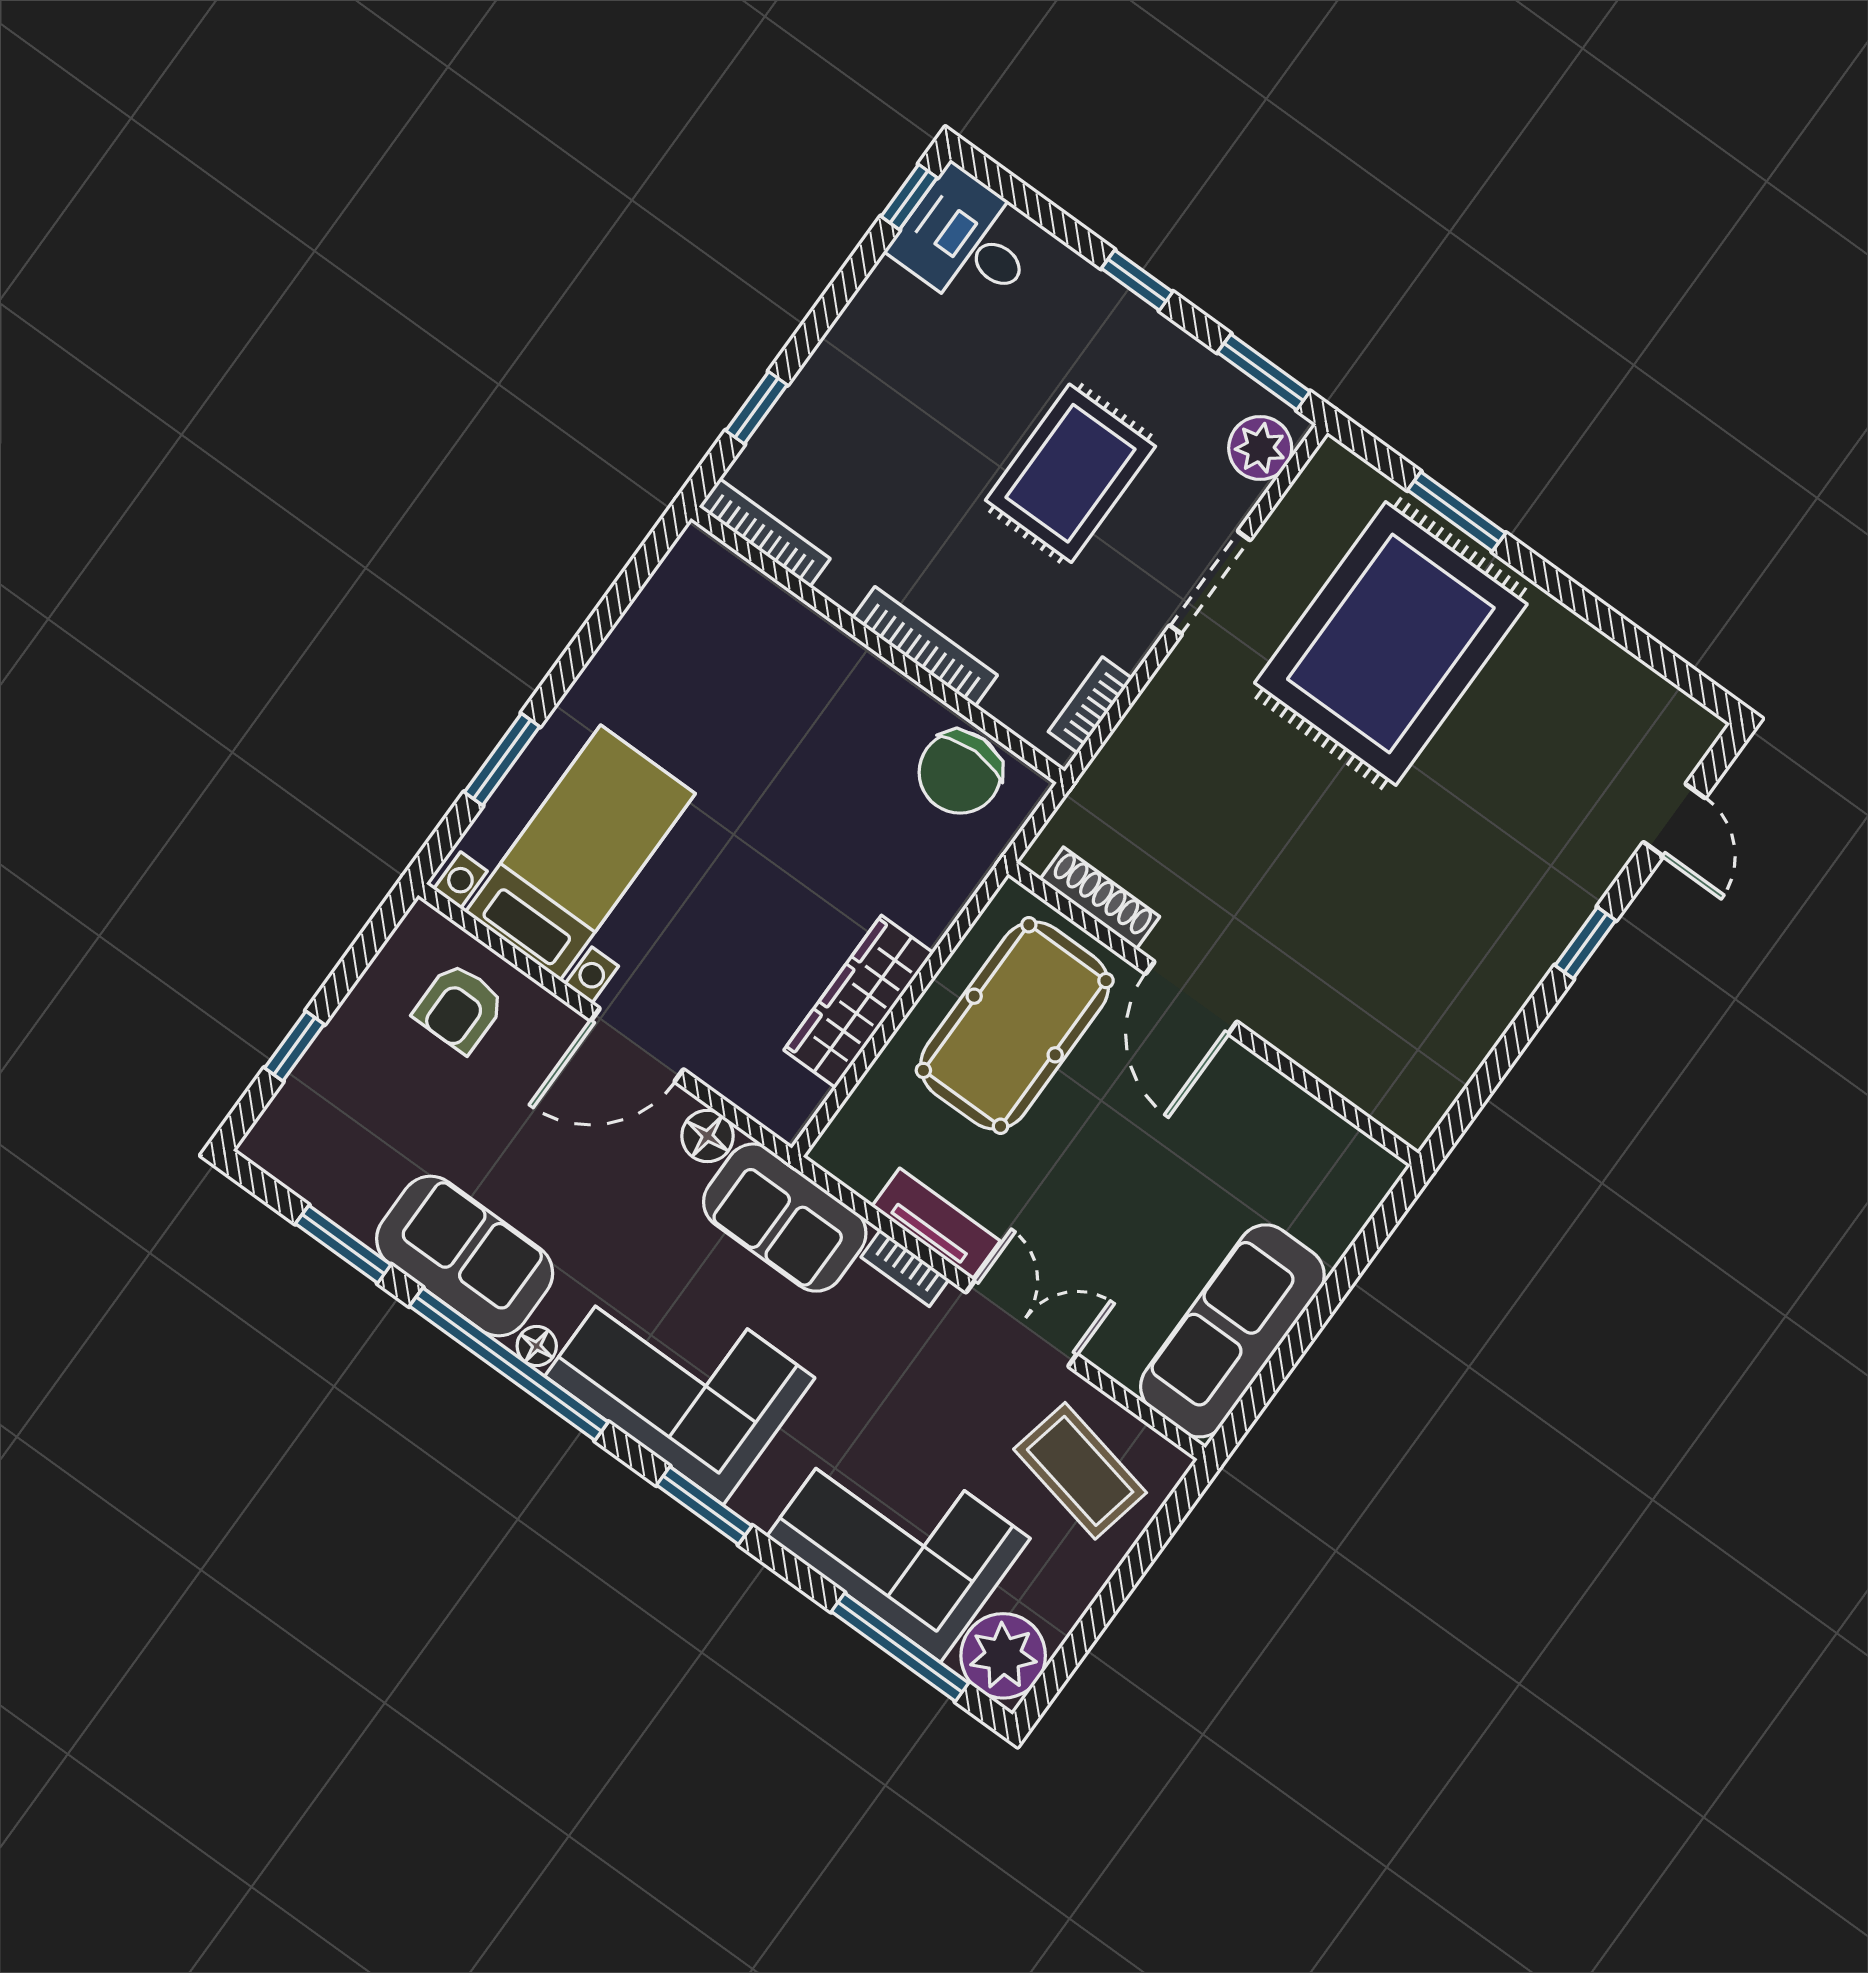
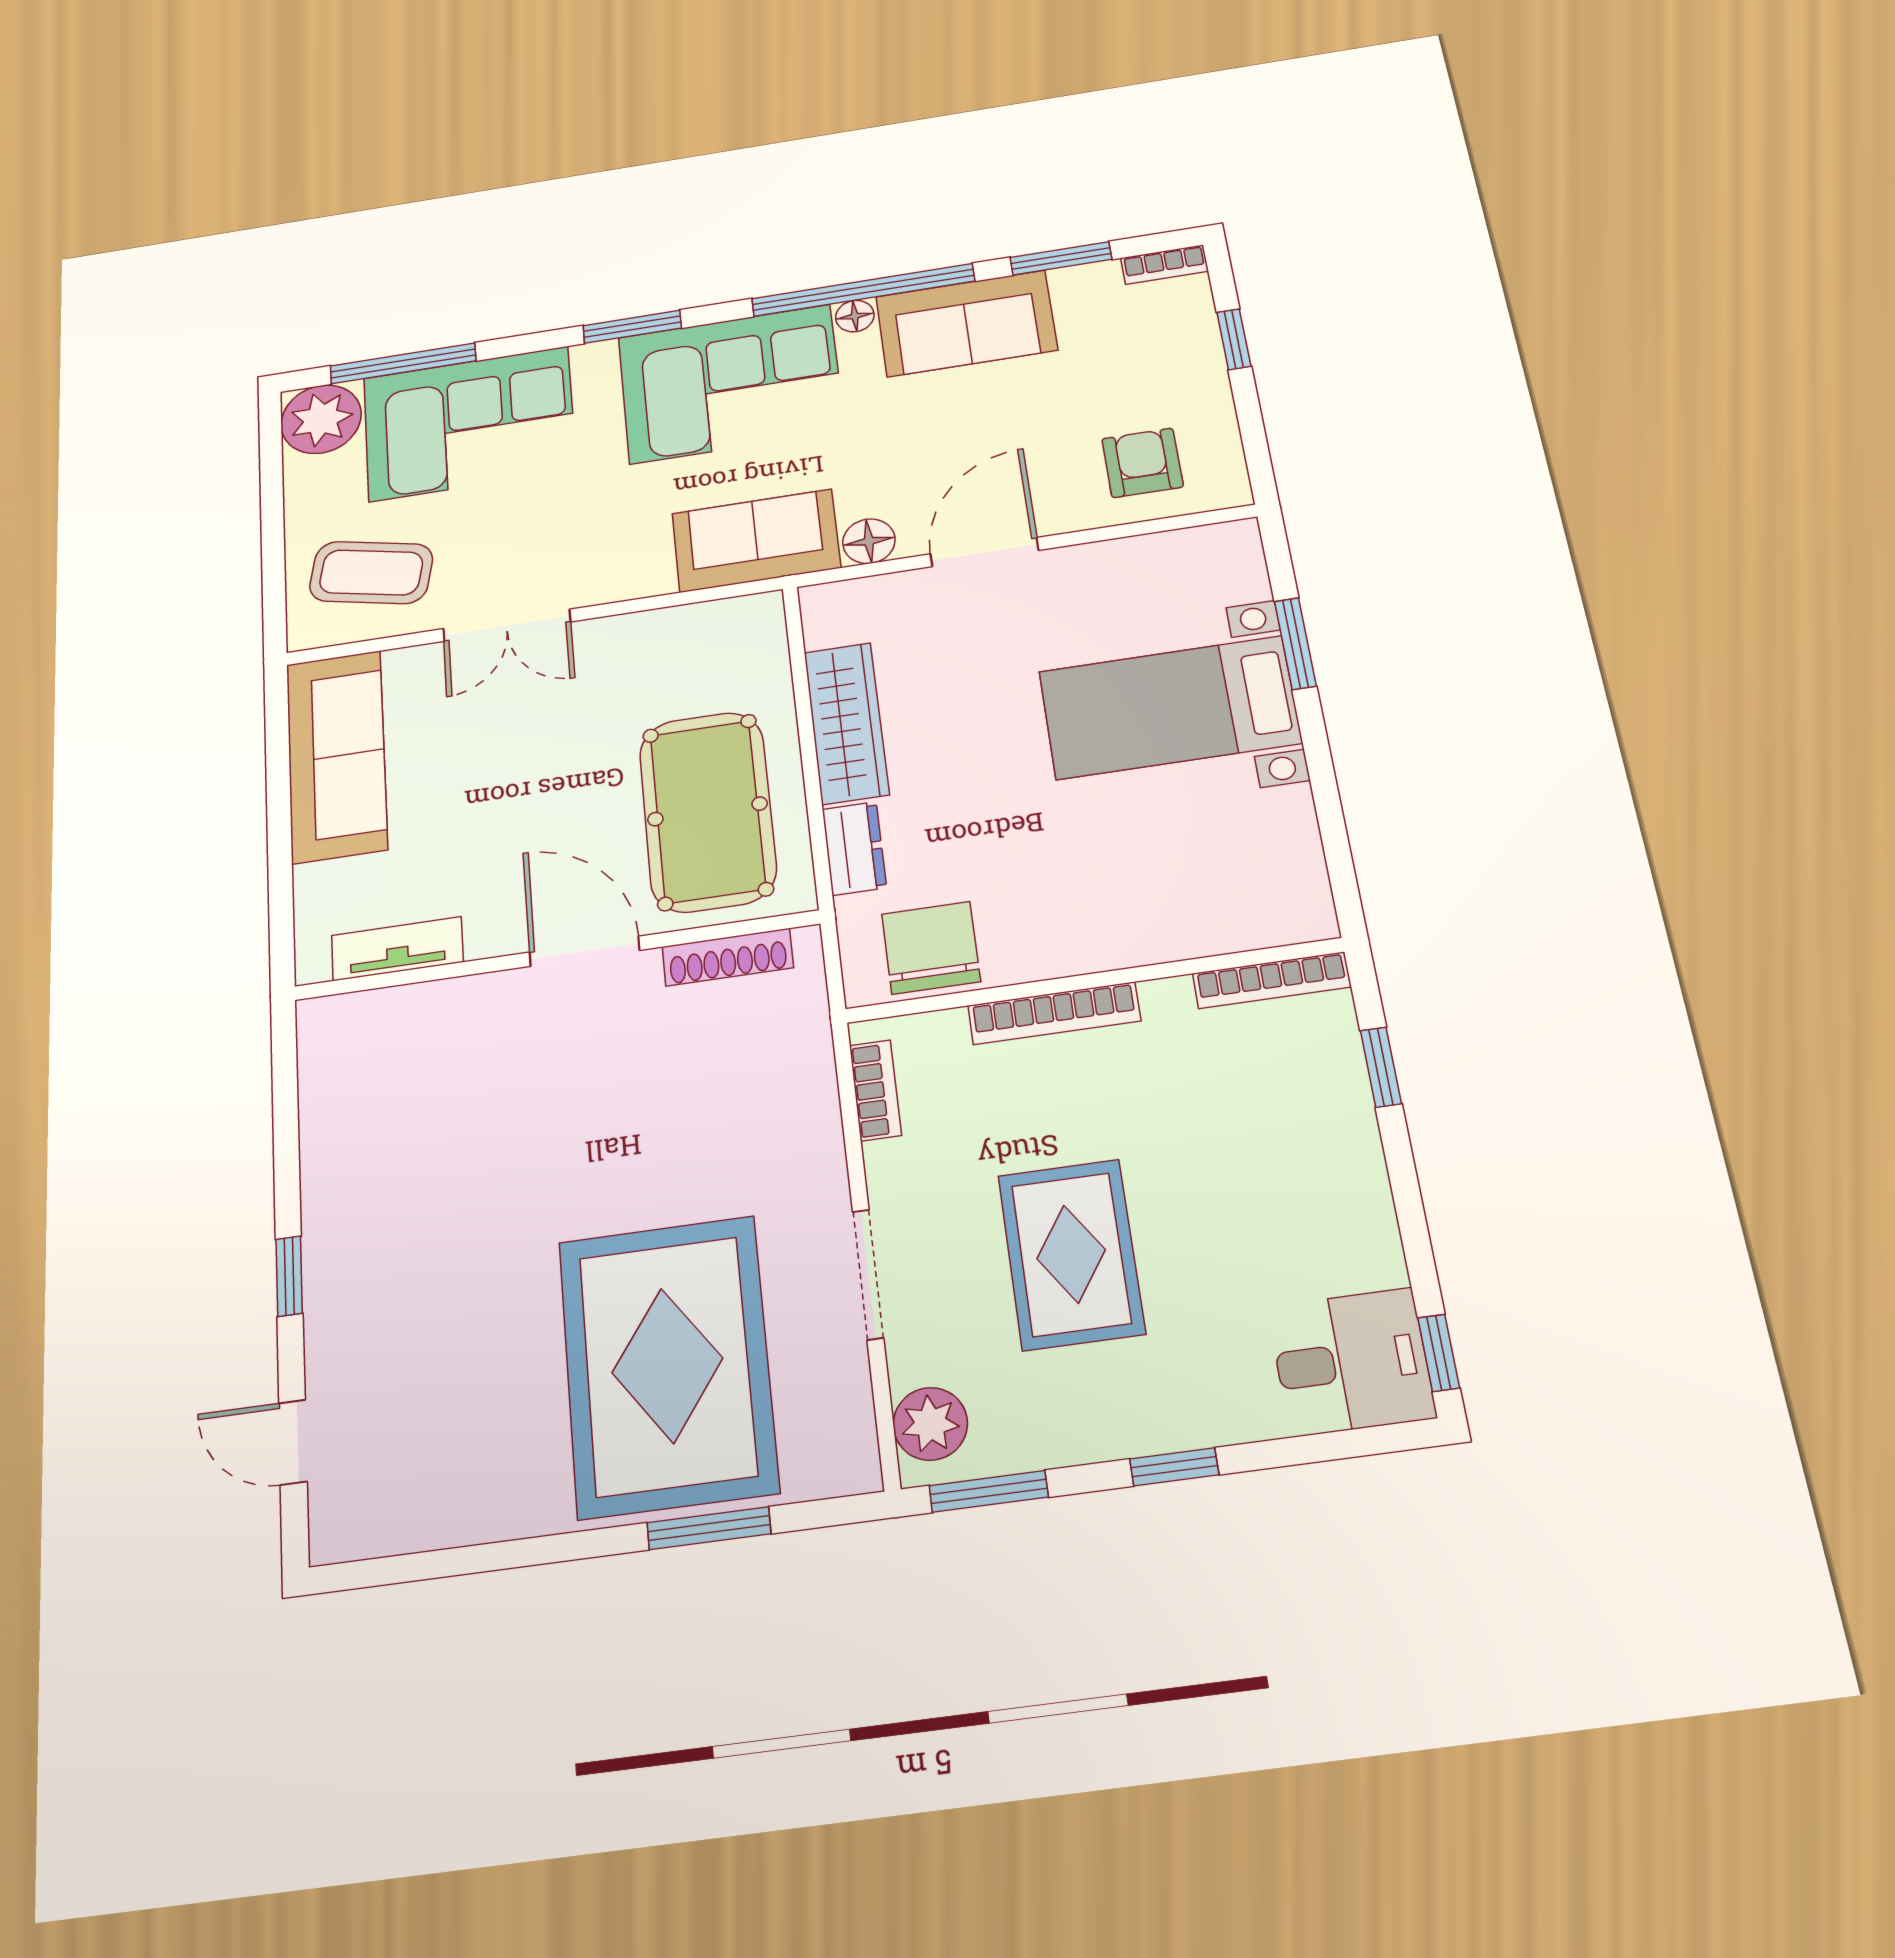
bed with nightstands: (580, 853) -> (1170, 707), moved, turned 90
dresser: (942, 898) -> (854, 848), added
tv unit: (936, 1224) -> (397, 949), moved, turned 180
bookcase: (905, 1268) -> (1164, 265), moved, turned 180

